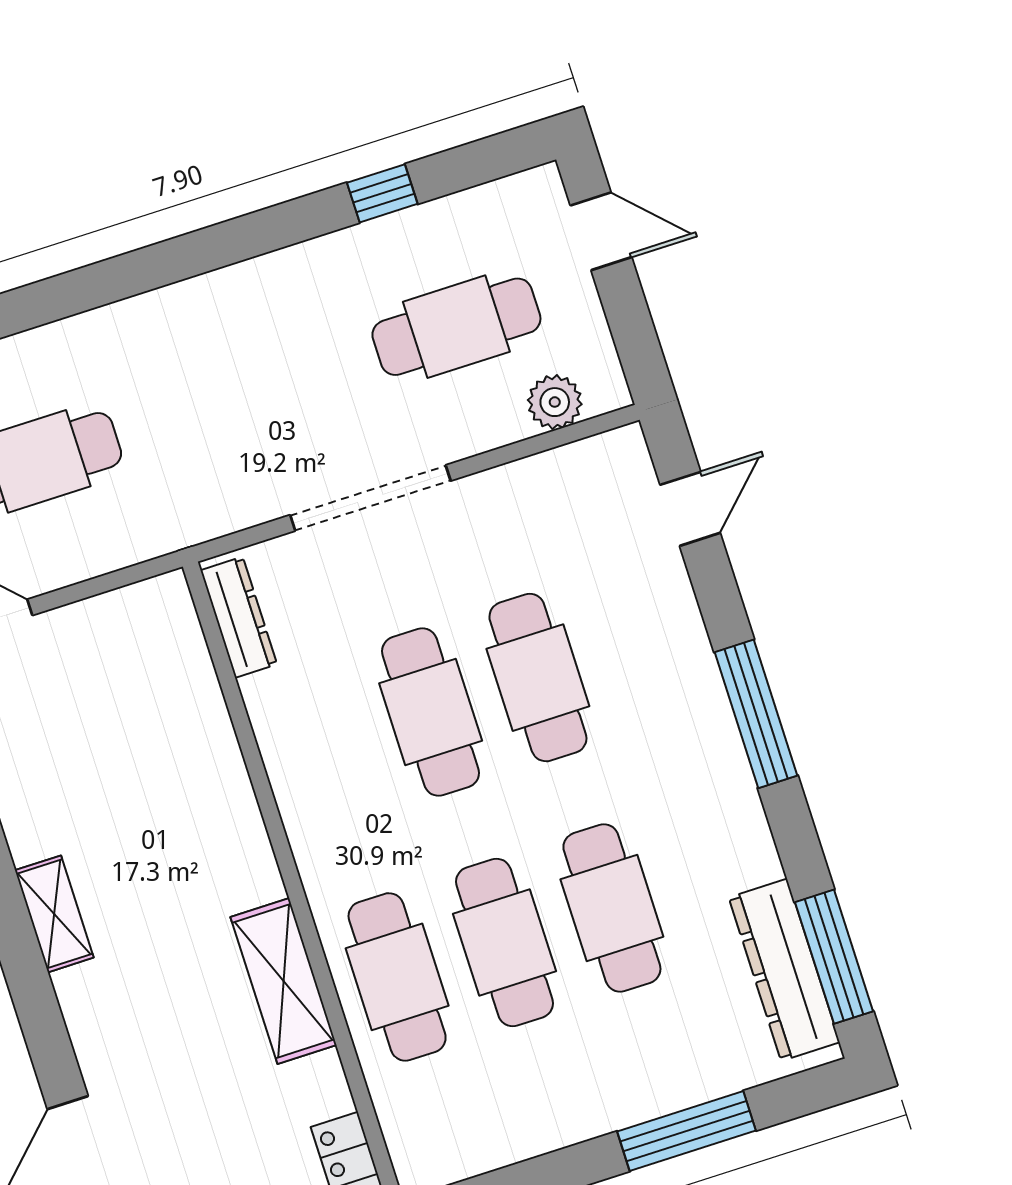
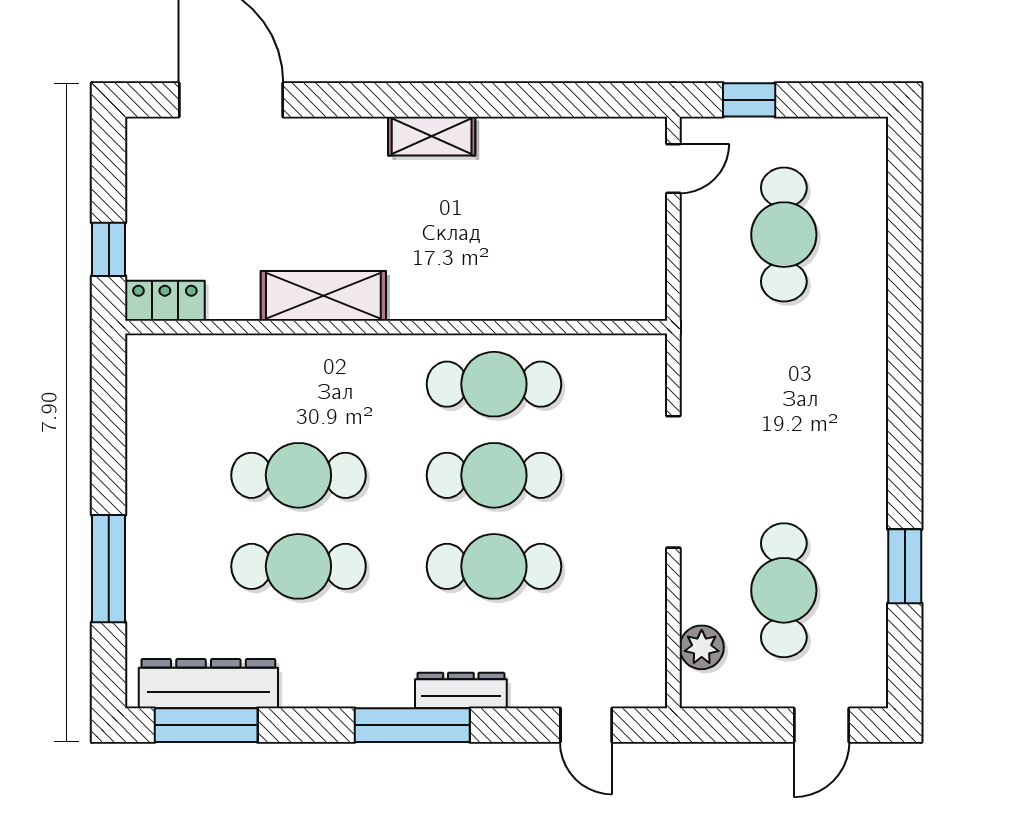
window: (382, 193) -> (905, 566), width x1.50
dresser: (239, 617) -> (461, 690), moved, turned 180
cafe table: (397, 977) -> (494, 384), moved

